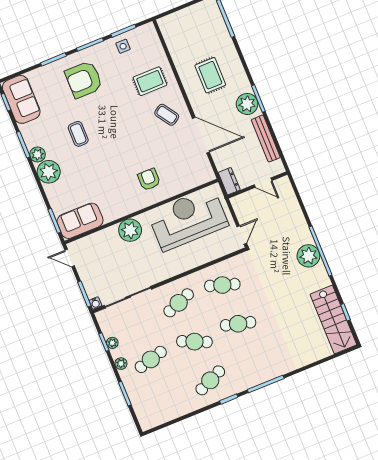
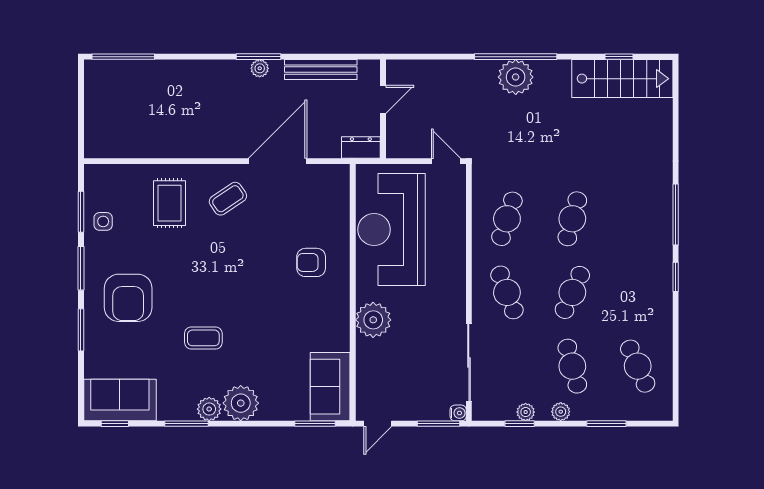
rug: (210, 75) -> (196, 112), removed
plant: (247, 104) -> (260, 68), width x0.53, depth x0.53
cafe table: (210, 380) -> (638, 366), moved

